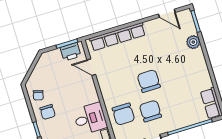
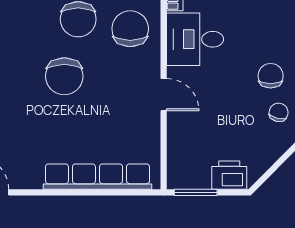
printer: (71, 52) -> (229, 175), moved
door: (91, 67) -> (164, 95), moved

